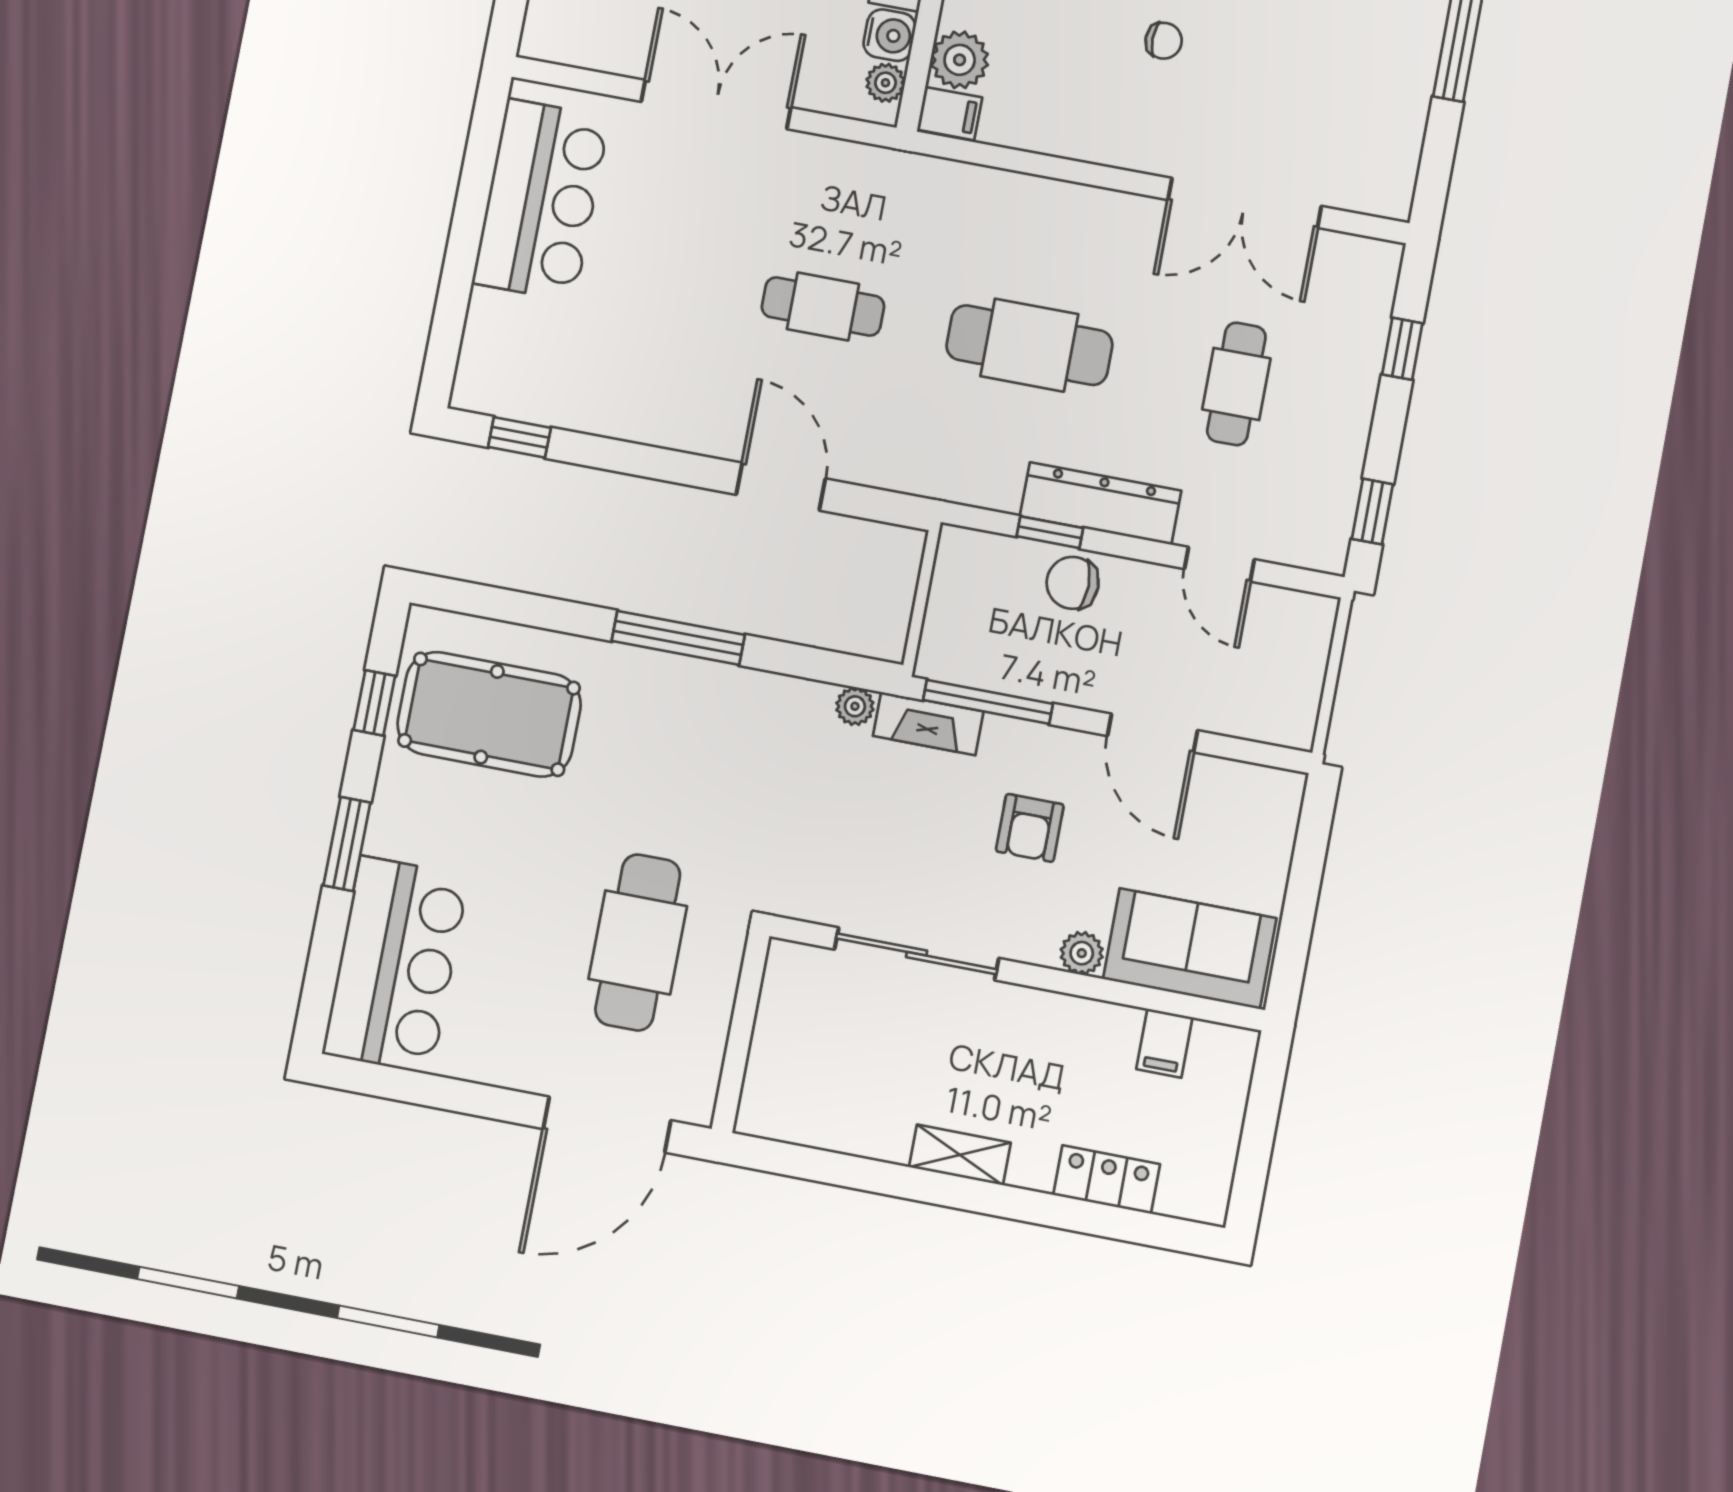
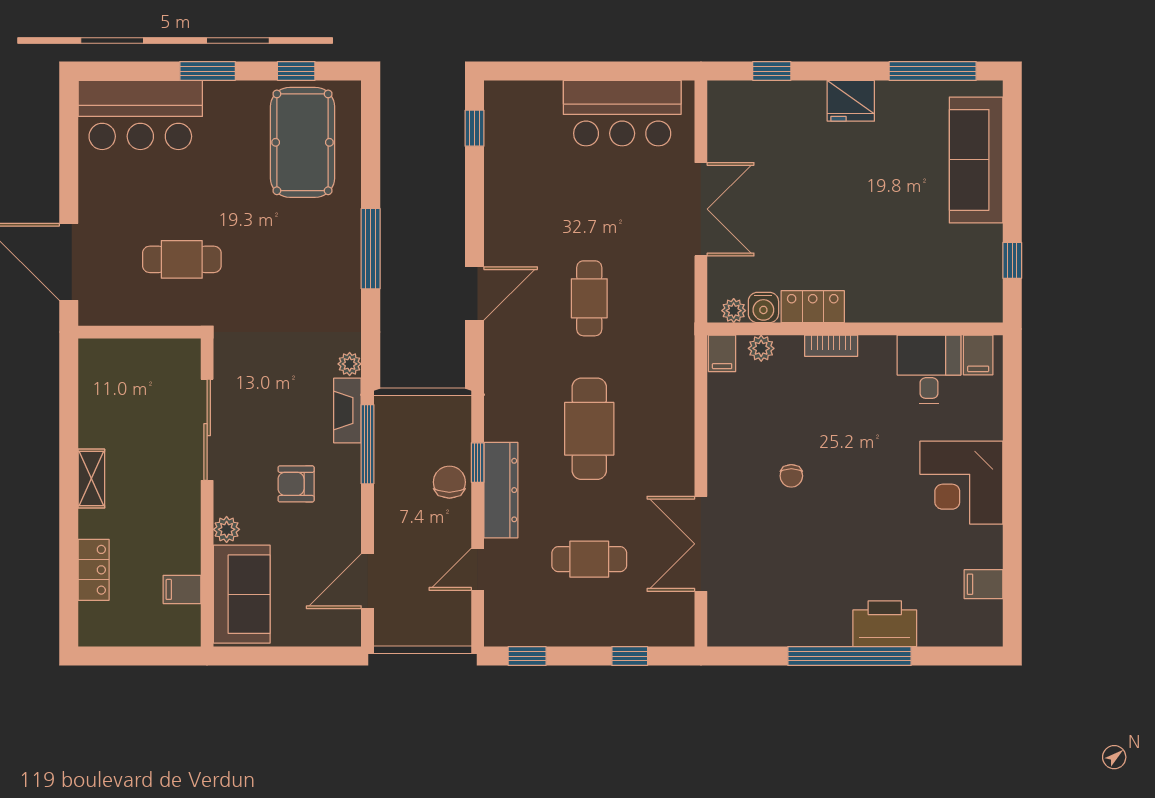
plant: (960, 60) -> (761, 348), width x0.73, depth x0.73
door: (1153, 733) -> (368, 581), moved
cafe table: (638, 942) -> (182, 259), width x0.73, depth x0.74

